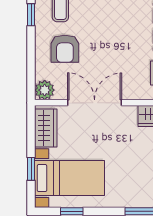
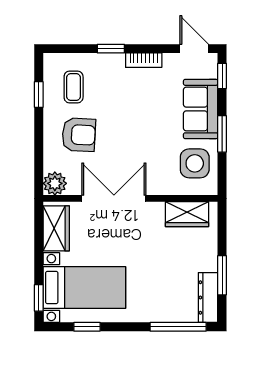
armchair: (65, 49) -> (79, 135), turned -87
window: (31, 169) -> (39, 298), moved

